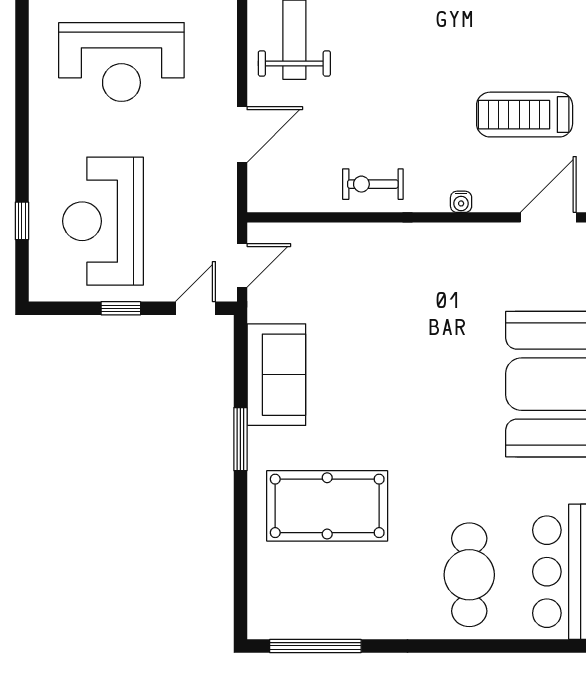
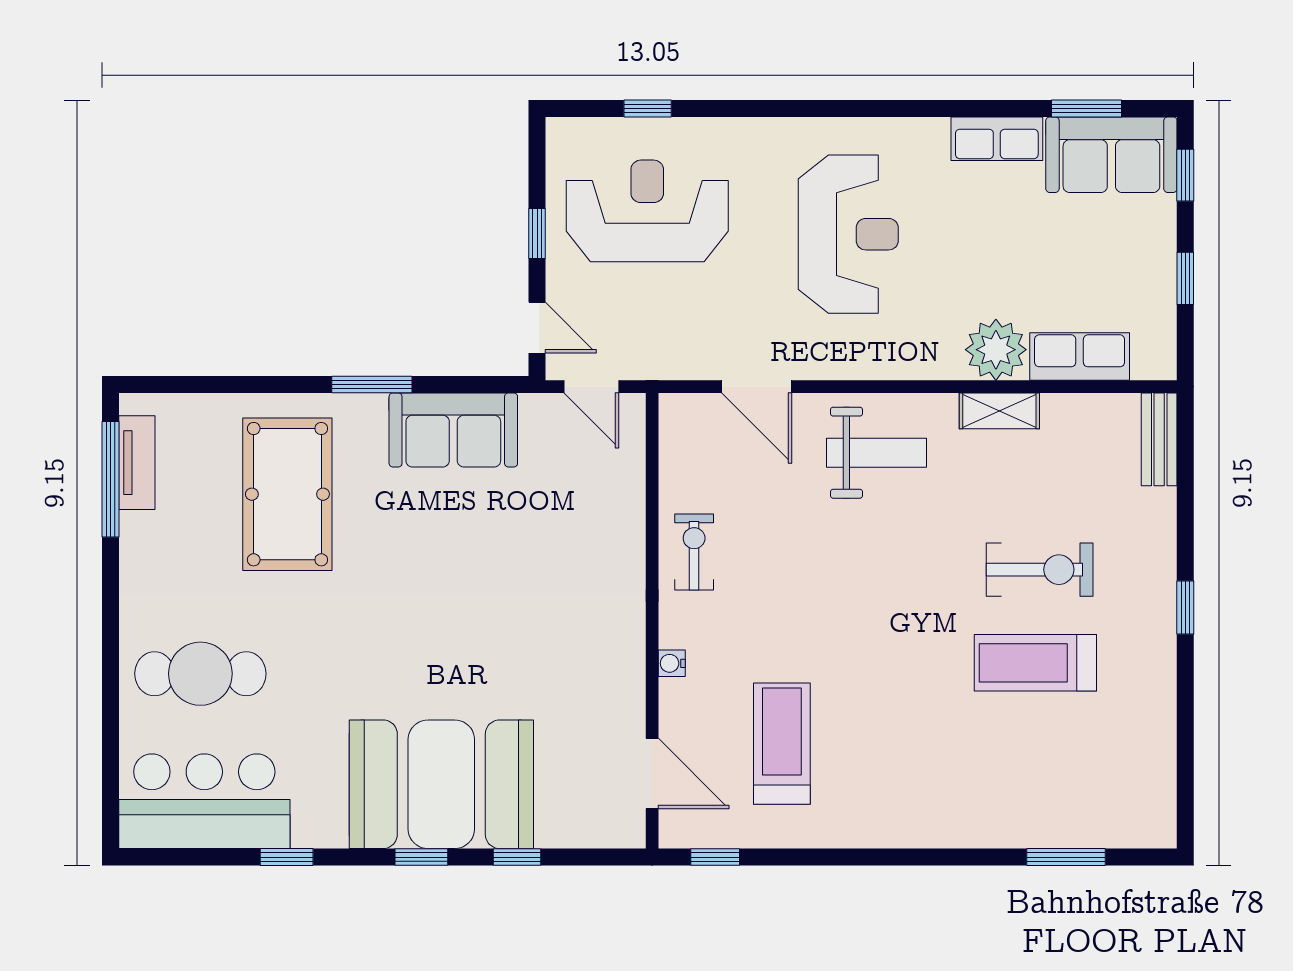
reception desk: (121, 62) -> (848, 234), turned 180
tv unit: (302, 625) -> (137, 463), added

